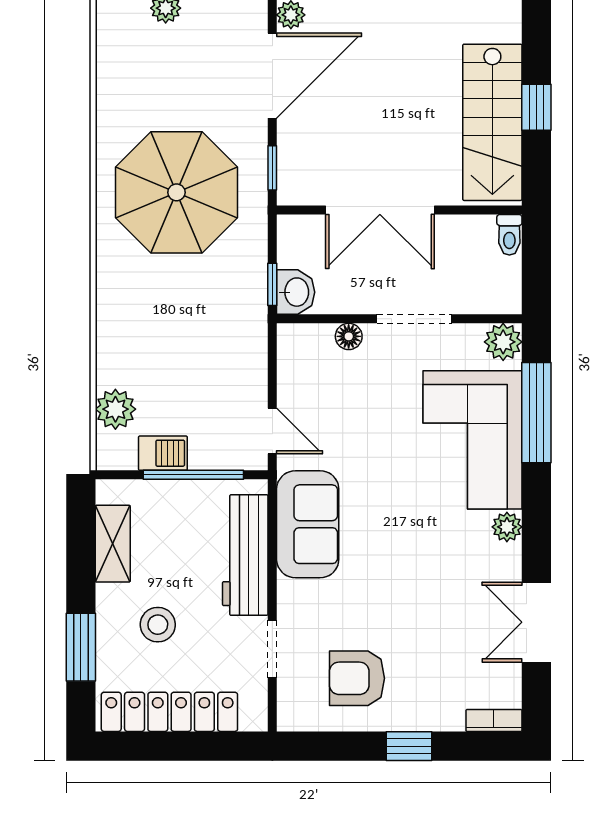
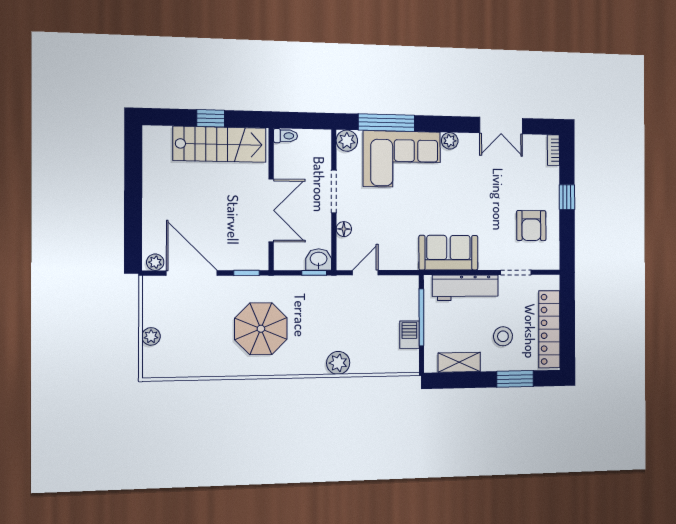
parasol: (176, 192) -> (261, 329), width x0.73, depth x0.73
plant: (115, 409) -> (338, 363), moved
door: (272, 431) -> (365, 273), moved

